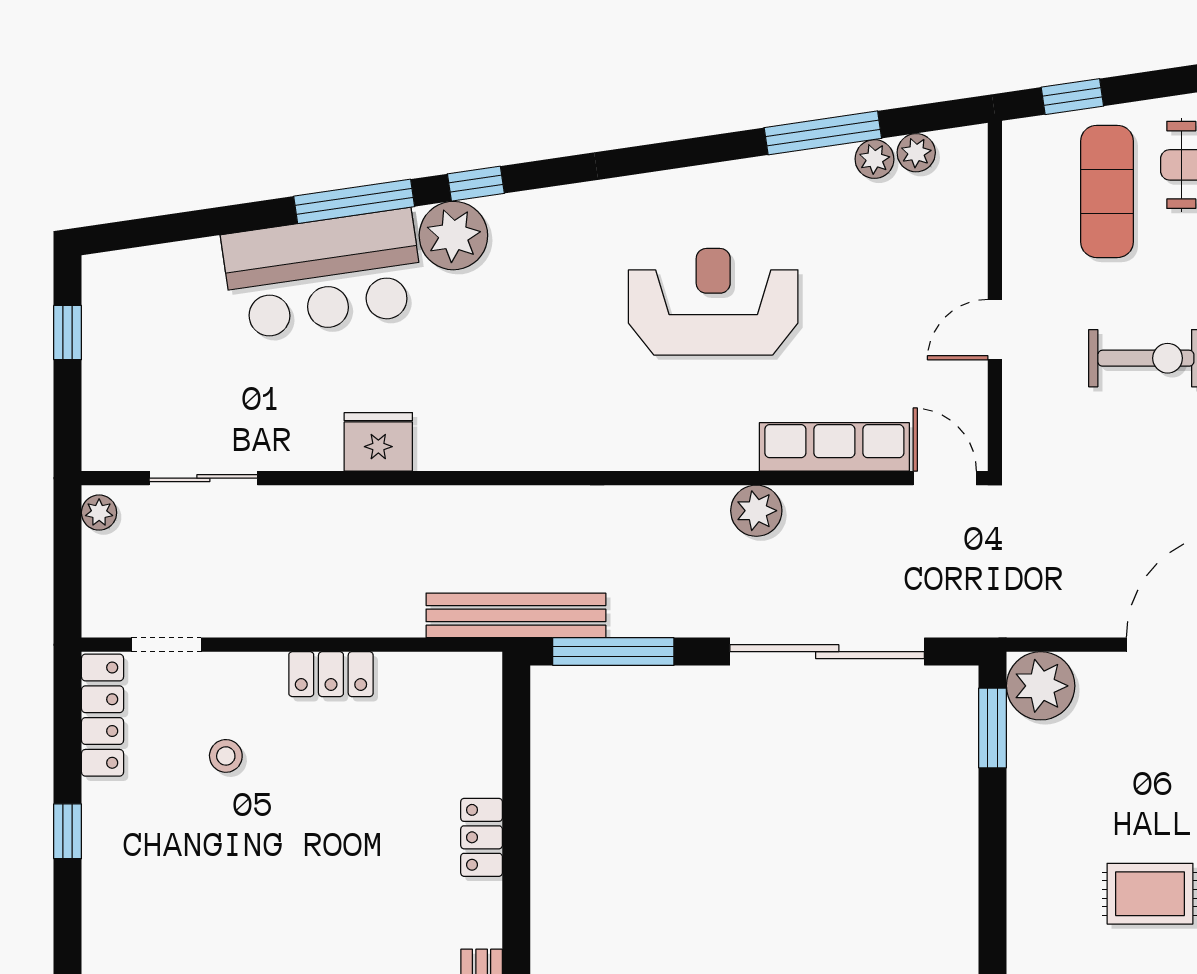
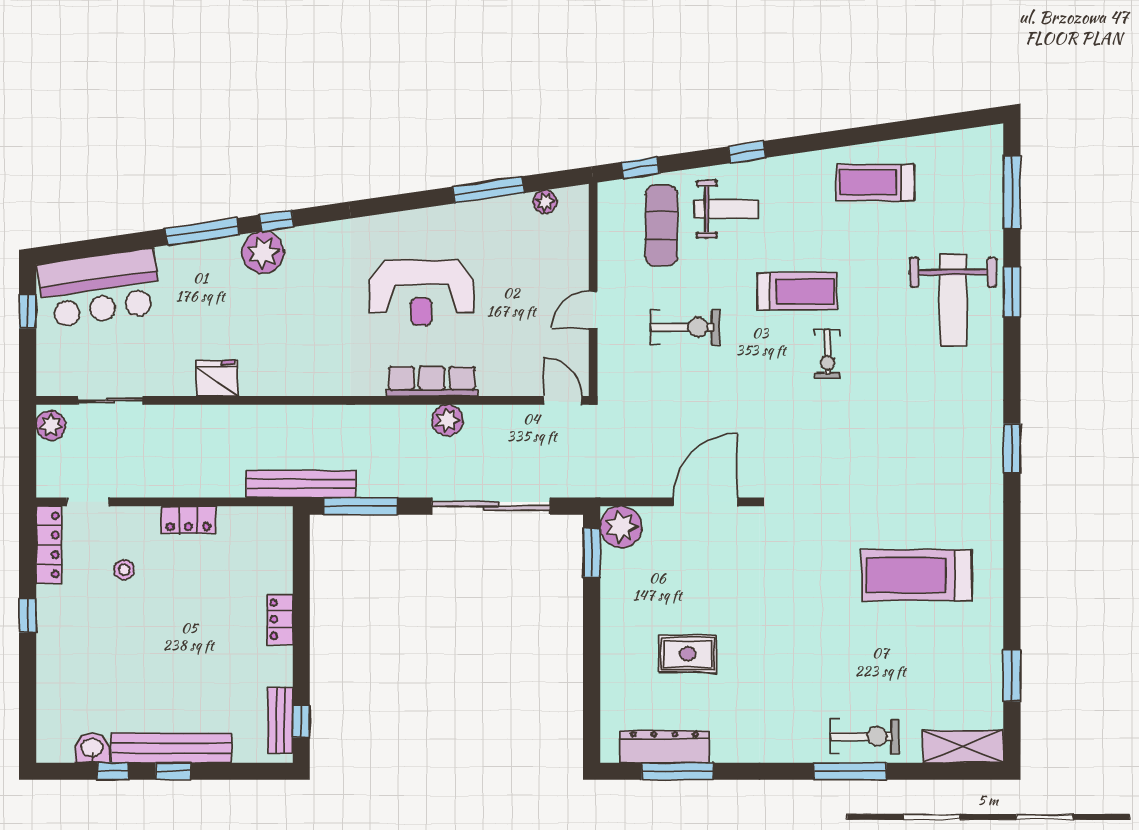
plant: (874, 159) -> (520, 206), removed
bar counter: (323, 274) -> (100, 288), moved
reception desk: (713, 302) -> (421, 293), turned 180
row of seats: (834, 447) -> (432, 381), moved
plant: (99, 513) -> (51, 425), width x1.38, depth x1.38

